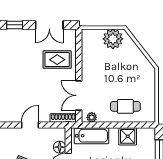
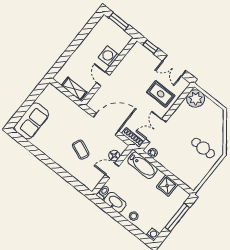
plant: (113, 39) -> (196, 98), moved
cafe table: (125, 106) -> (203, 148), moved
door: (30, 125) -> (106, 124), width x1.87

